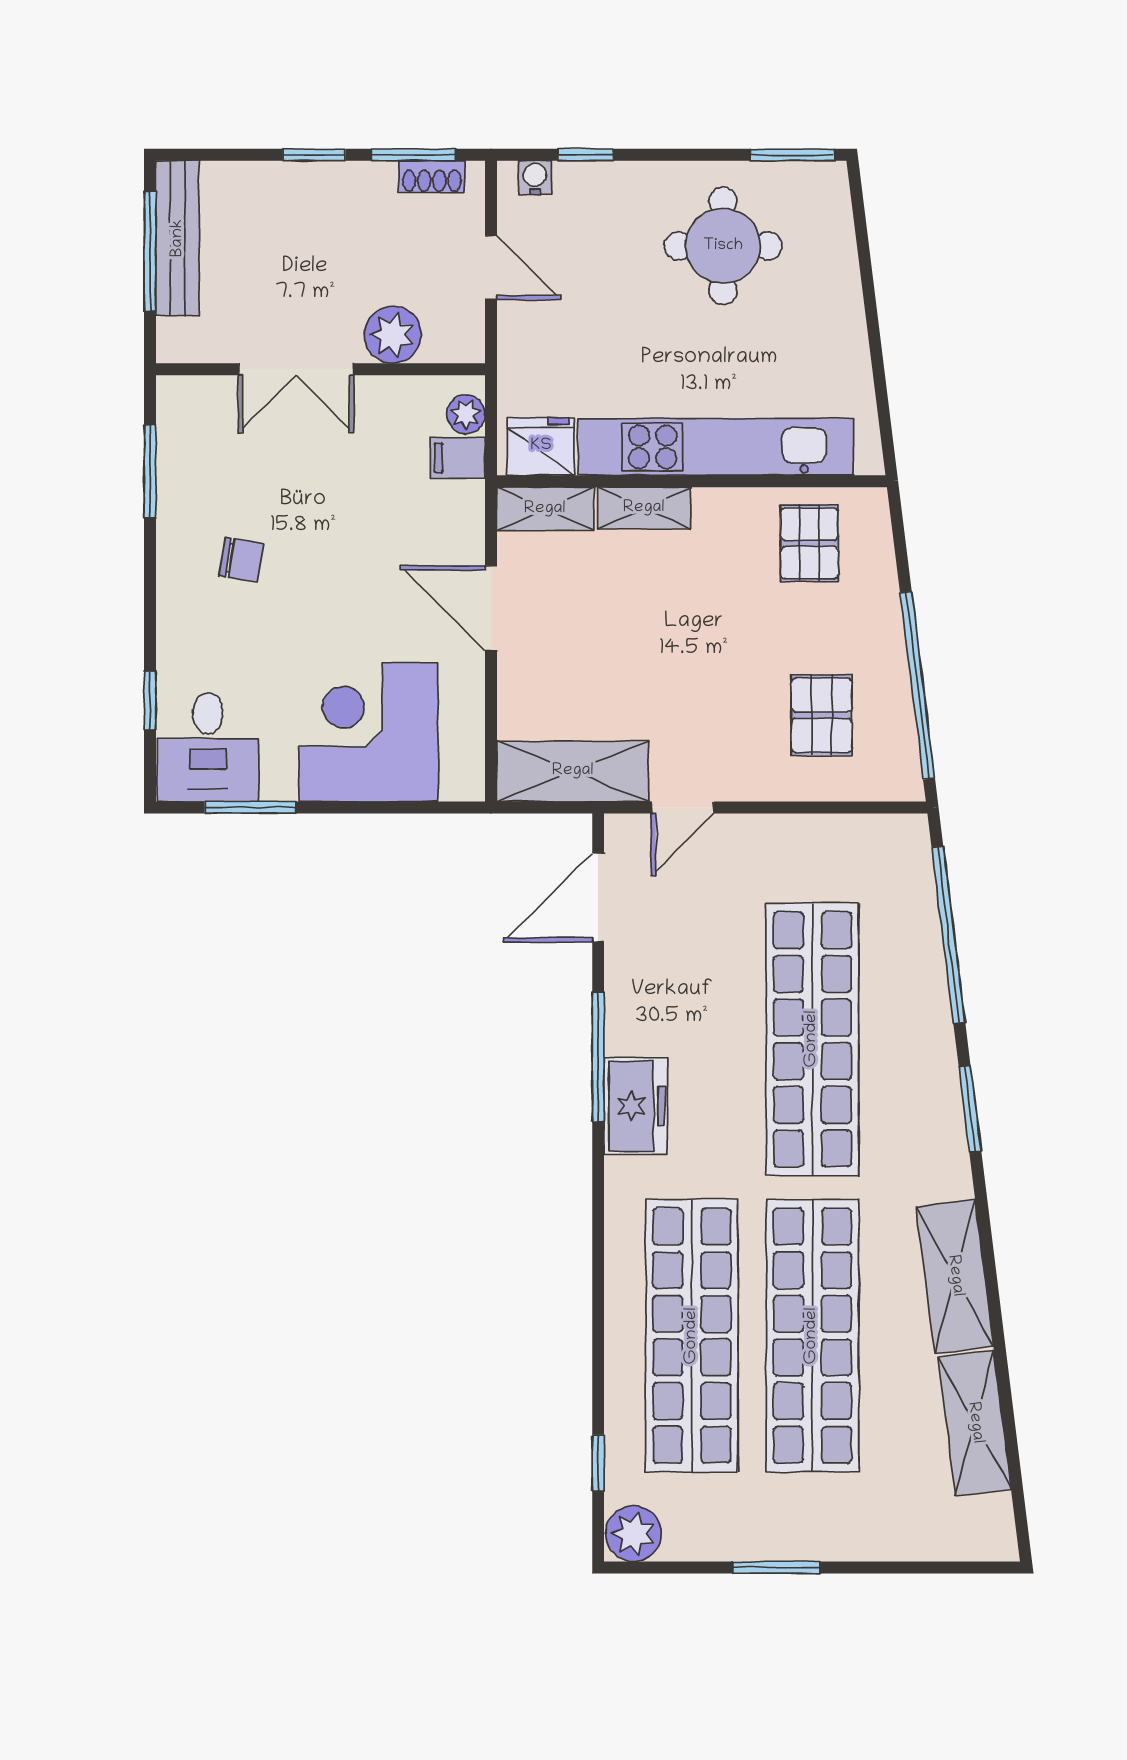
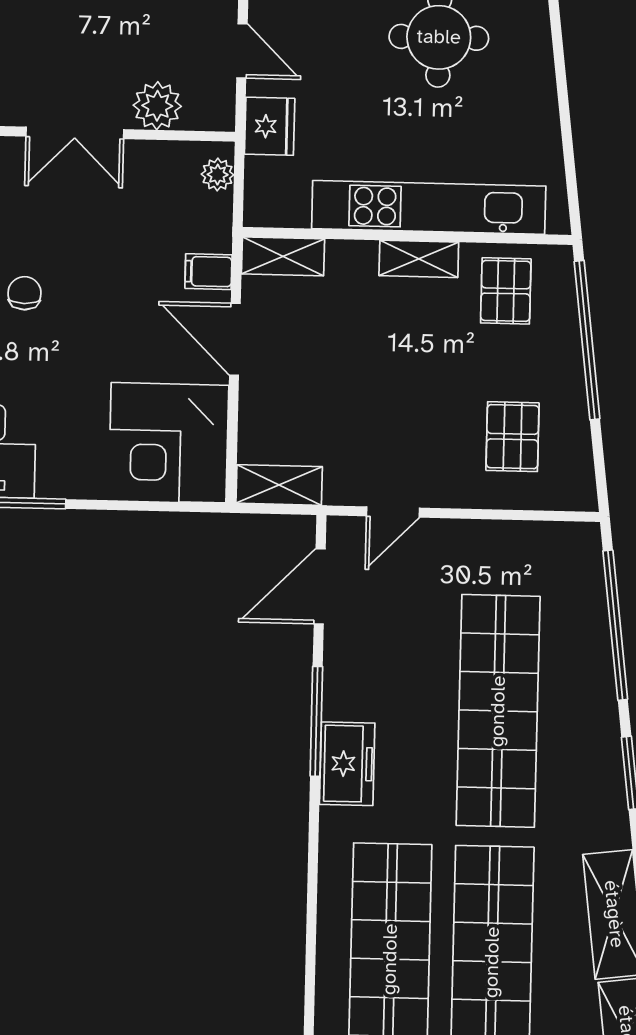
fridge: (541, 446) -> (270, 126), moved, turned 90
filing cabinet: (458, 458) -> (208, 272), moved
shelving: (644, 508) -> (419, 259), moved
chair: (241, 560) -> (24, 293), turned -99
window: (917, 686) -> (587, 340), moved
corner desk: (368, 732) -> (169, 443), moved, turned -90
shelving: (573, 771) -> (279, 485), width x0.67, depth x0.75

